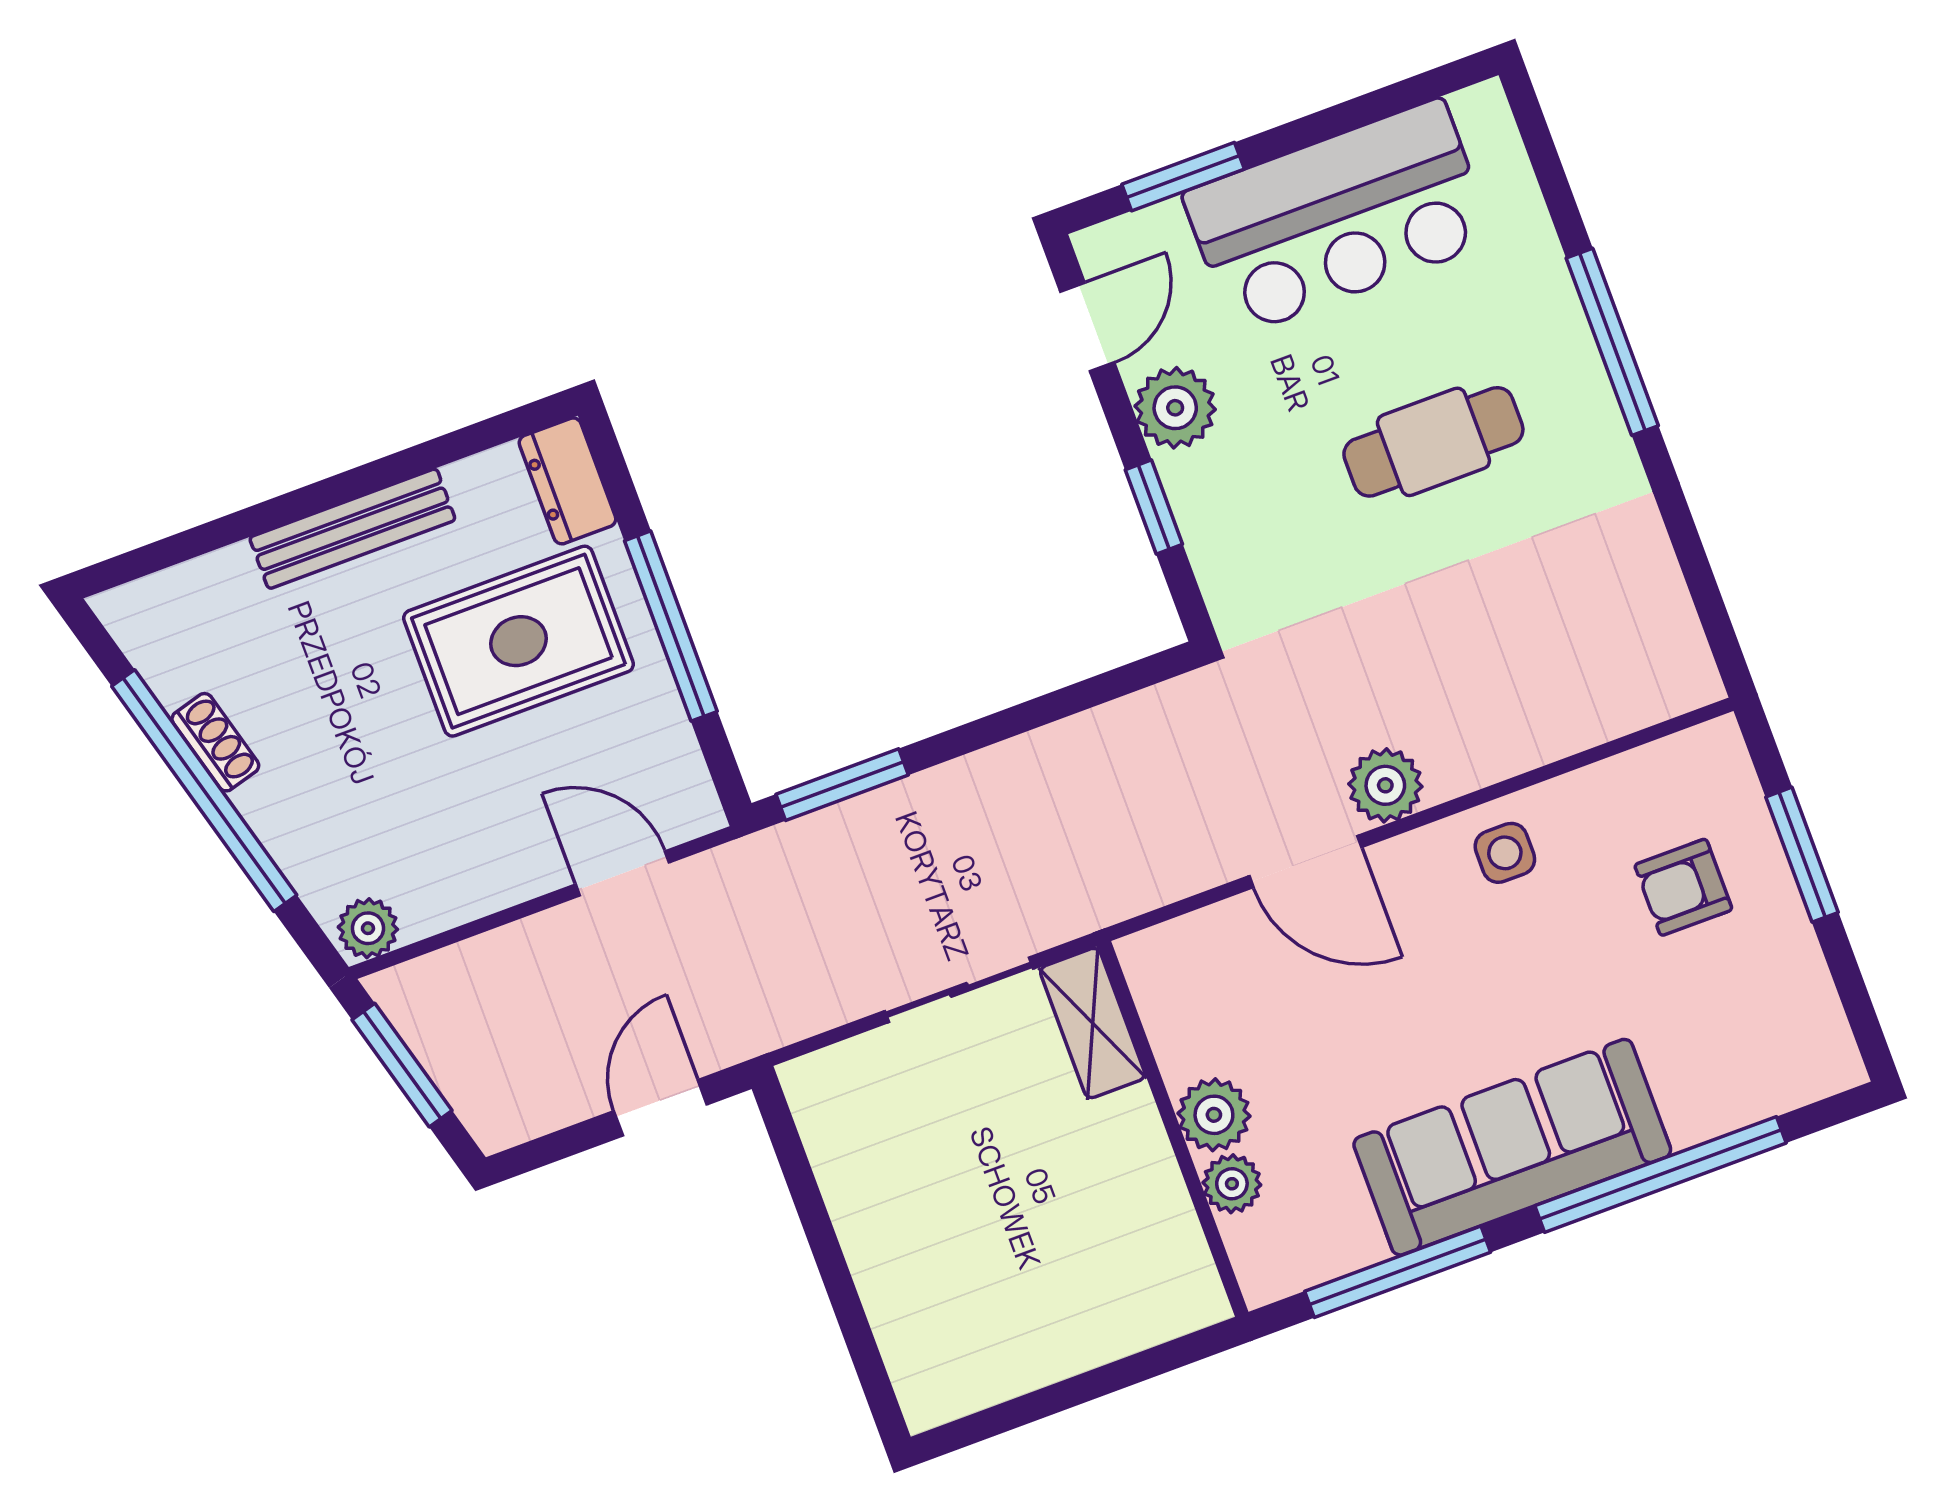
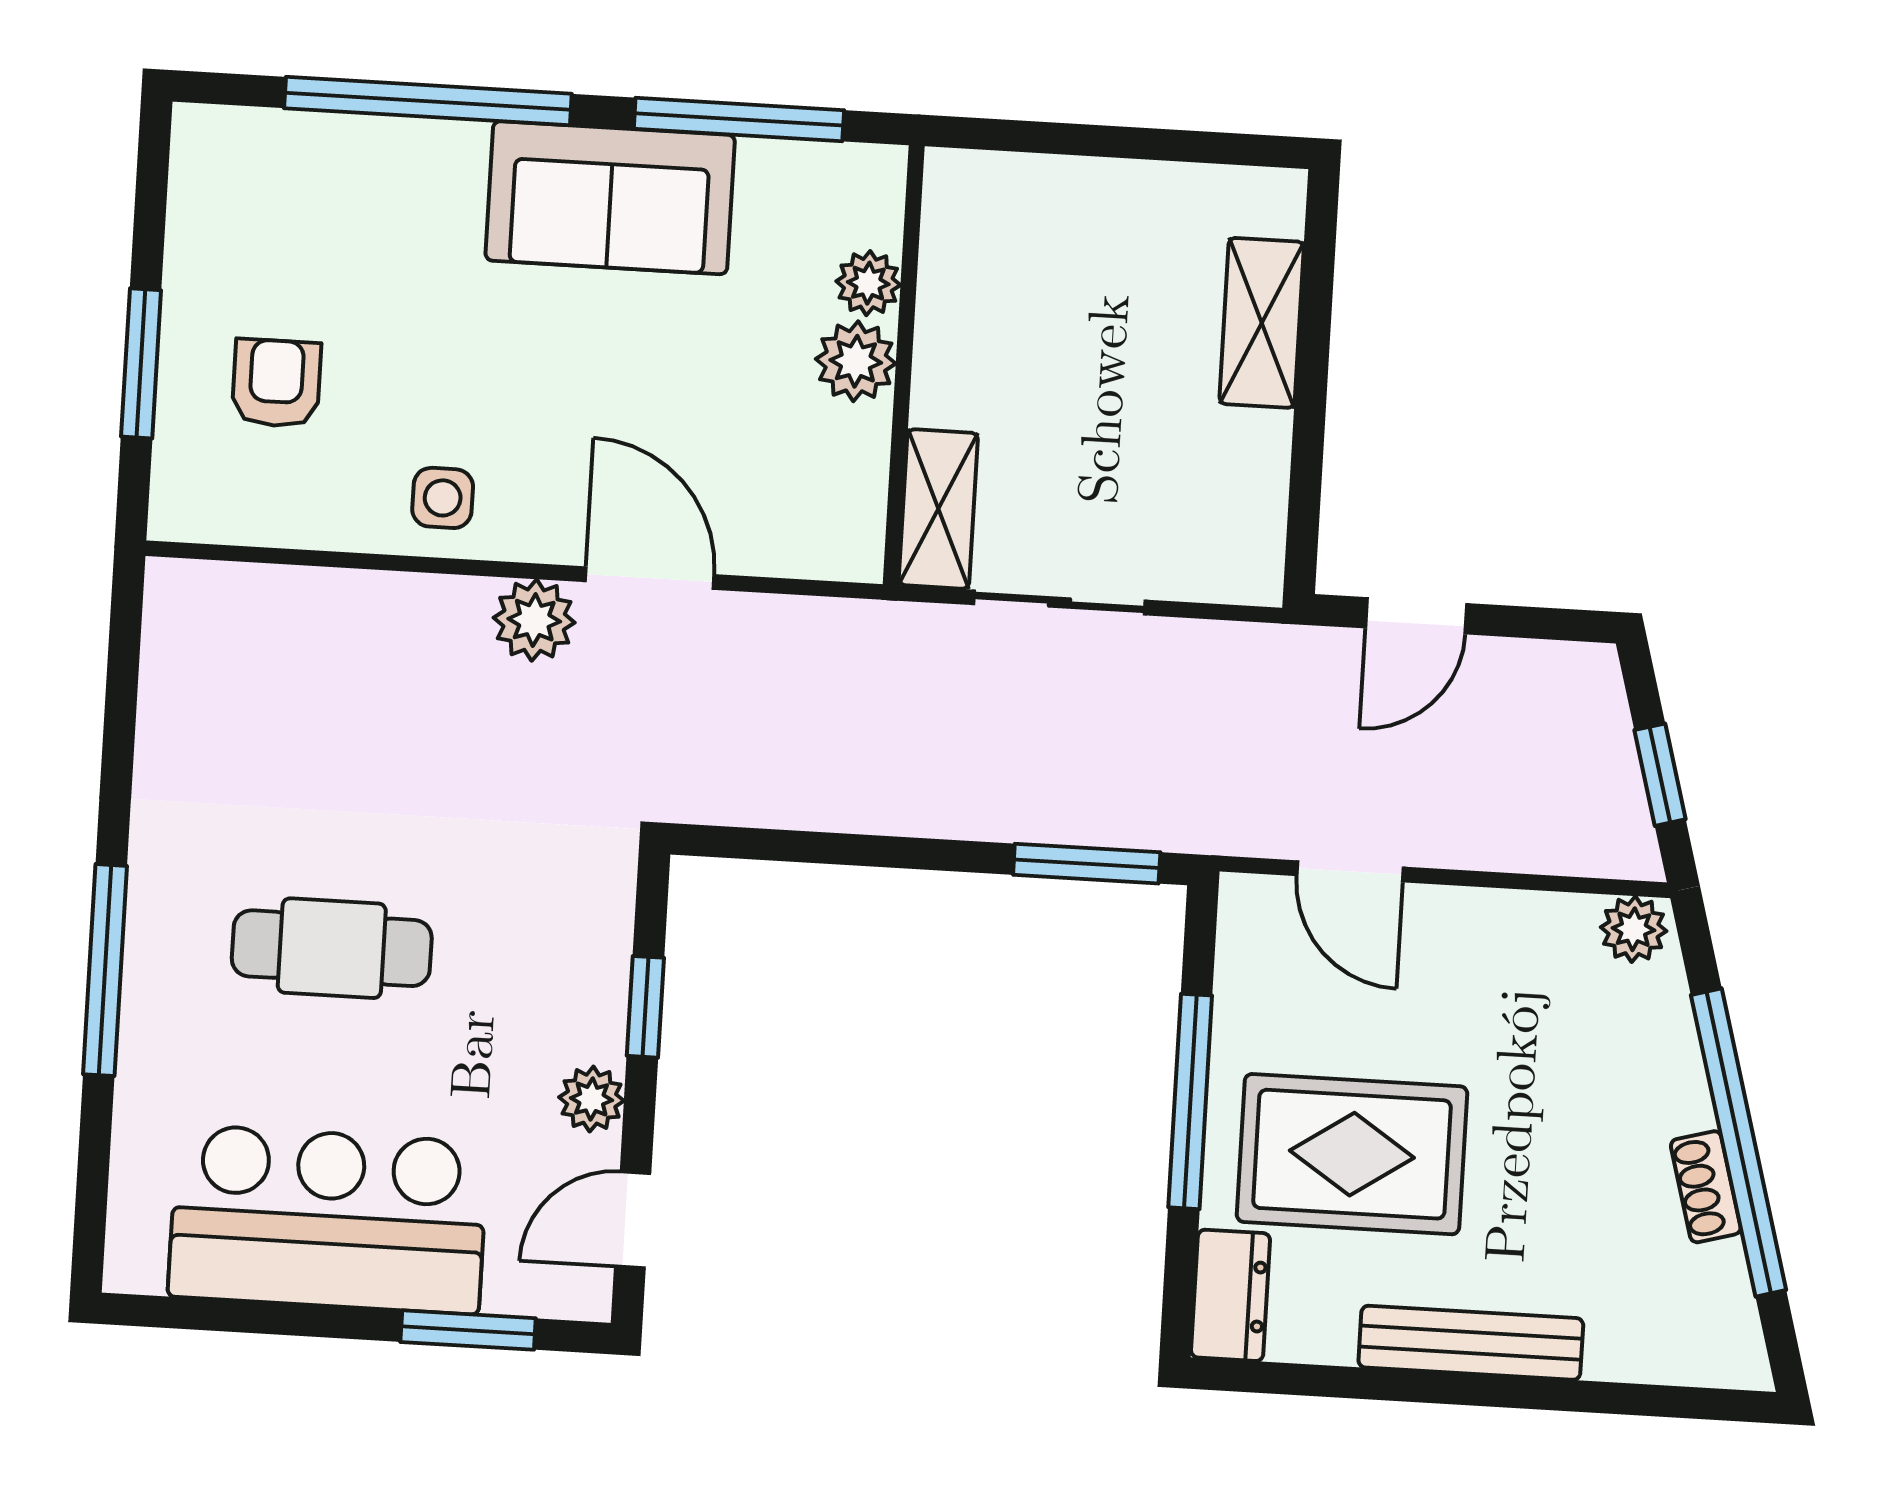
plant: (1175, 408) -> (592, 1099), width x0.73, depth x0.73
armchair: (1683, 887) -> (276, 383), turned -90
window: (402, 1065) -> (1660, 775), width x0.67
sofa: (1512, 1147) -> (610, 198), width x0.73
shelving: (893, 1293) -> (1262, 323), added

